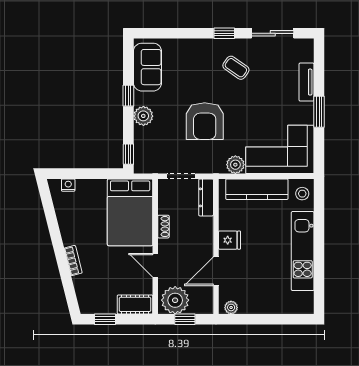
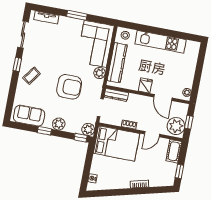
coffee table: (236, 68) -> (32, 76), moved
tv unit: (307, 82) -> (46, 17), moved
plant: (143, 164) -> (88, 129), added

